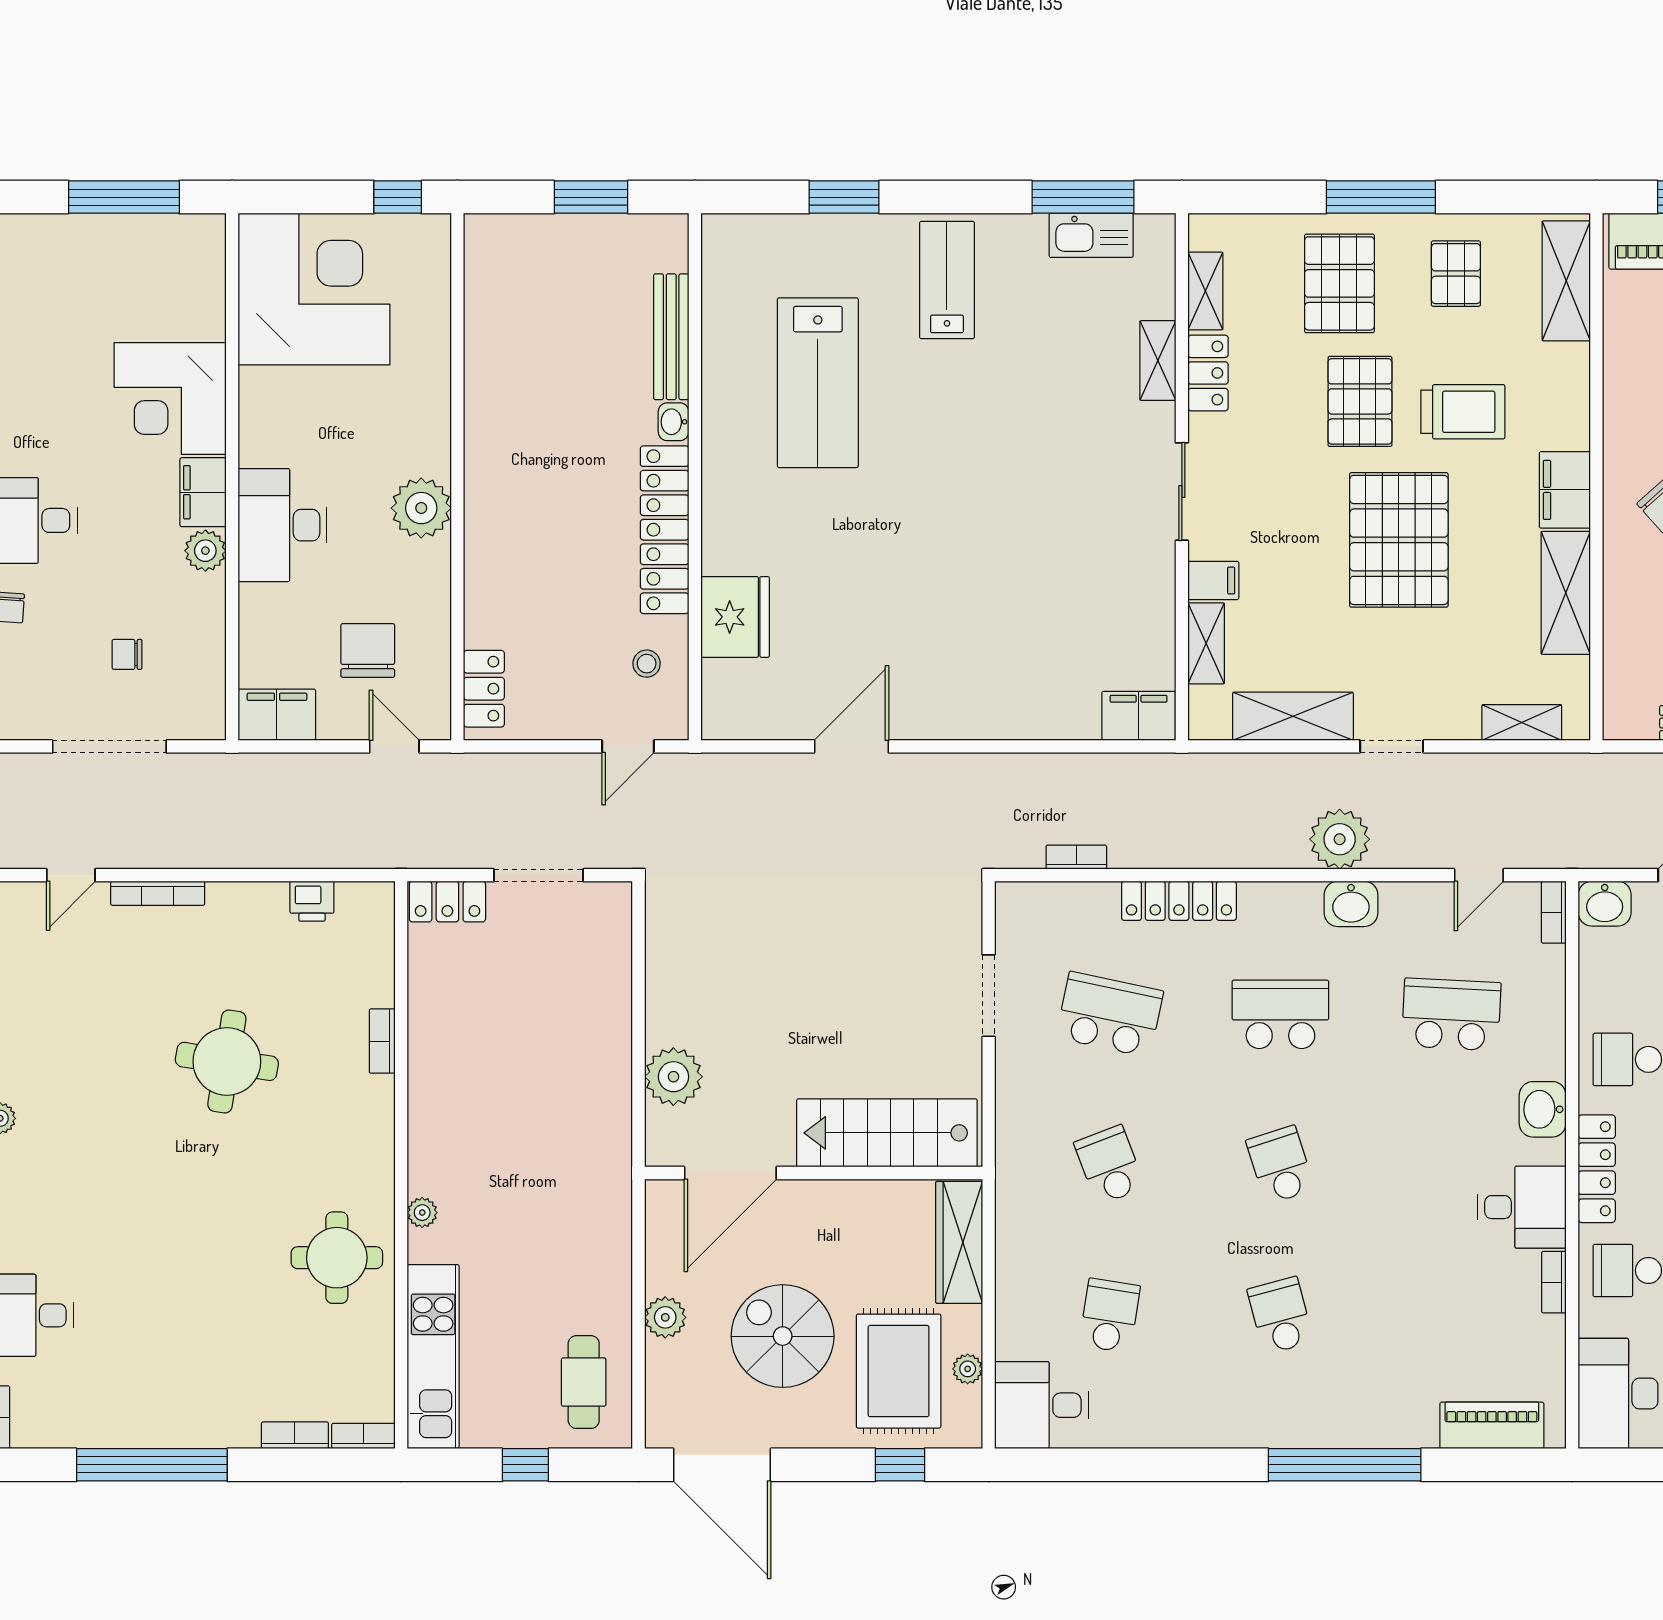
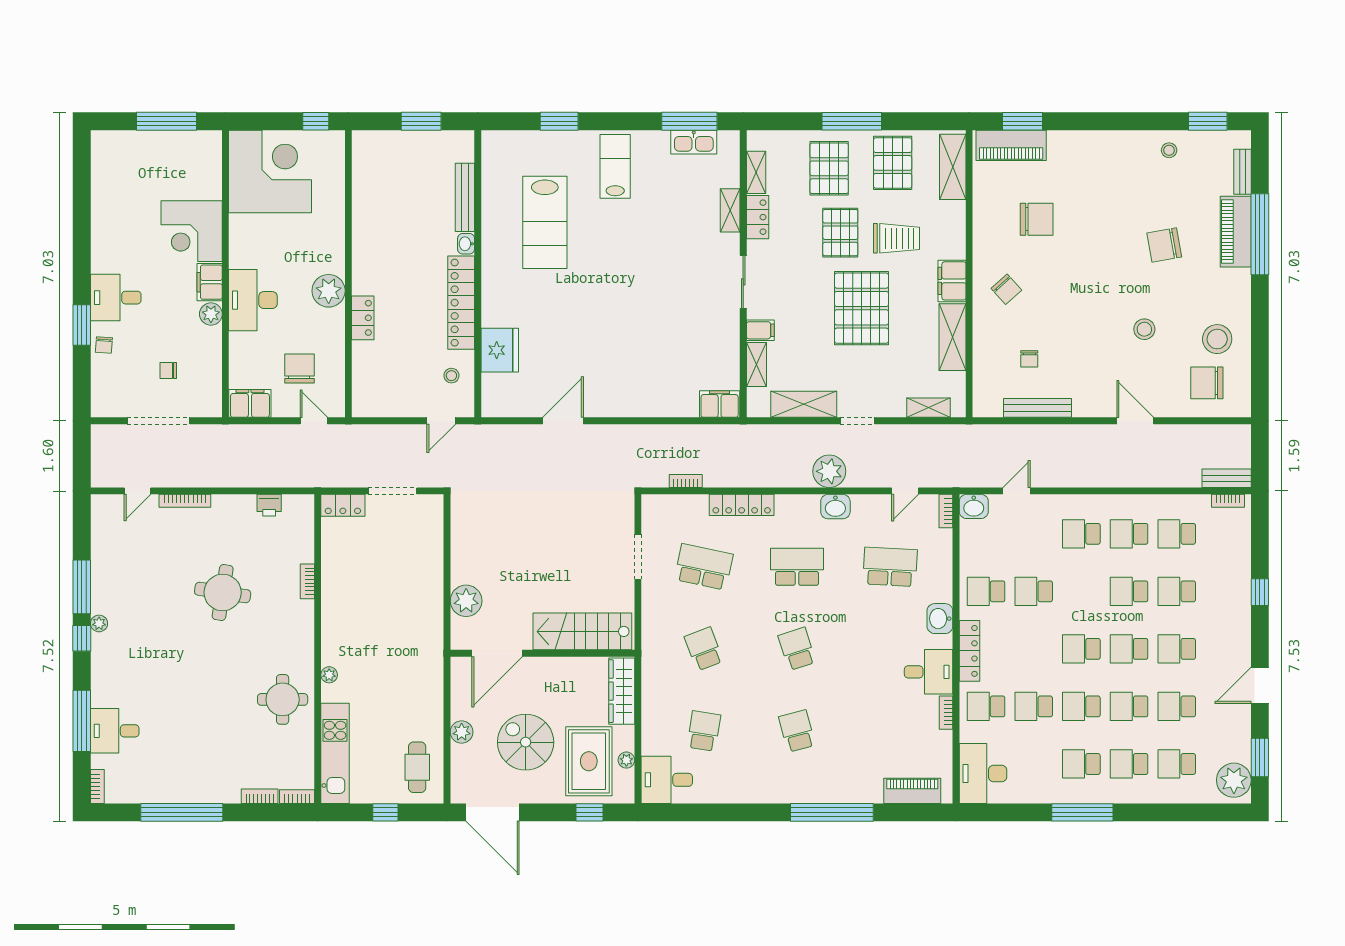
pallet: (1456, 274) -> (893, 163), width x1.50, depth x1.42
locker: (484, 689) -> (363, 318), moved

